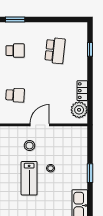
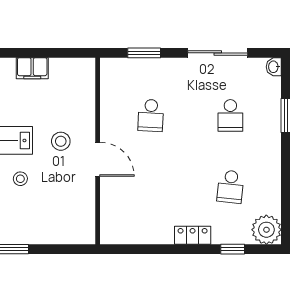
school desk: (55, 51) -> (230, 187), width x0.54
locker: (82, 91) -> (193, 235), moved
plant: (79, 110) -> (266, 230), moved

